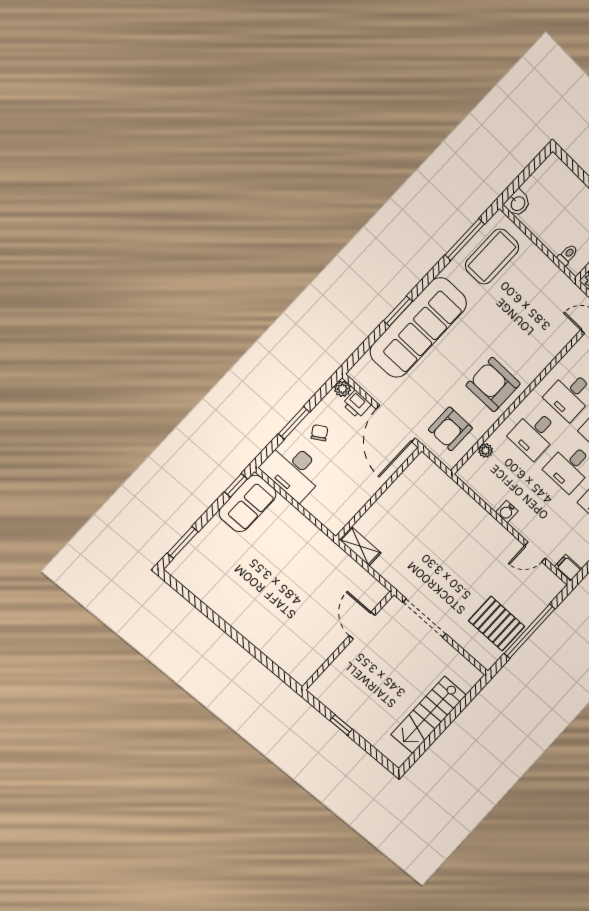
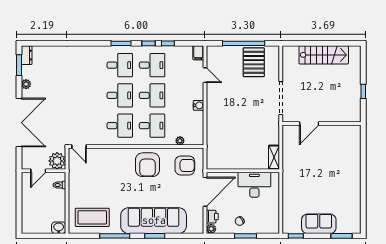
window: (465, 239) -> (115, 236), moved
desk: (293, 470) -> (254, 185), moved, turned -90
sofa: (248, 503) -> (319, 224), moved

